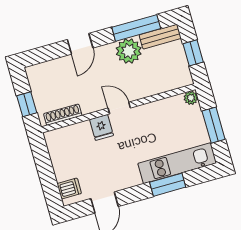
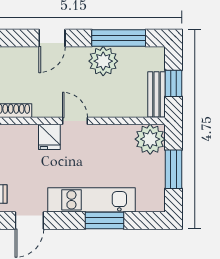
bench: (160, 37) -> (157, 94), moved, turned 90
plant: (191, 98) -> (150, 139), width x1.88, depth x1.88
kitchen unit: (177, 163) -> (91, 200), moved

